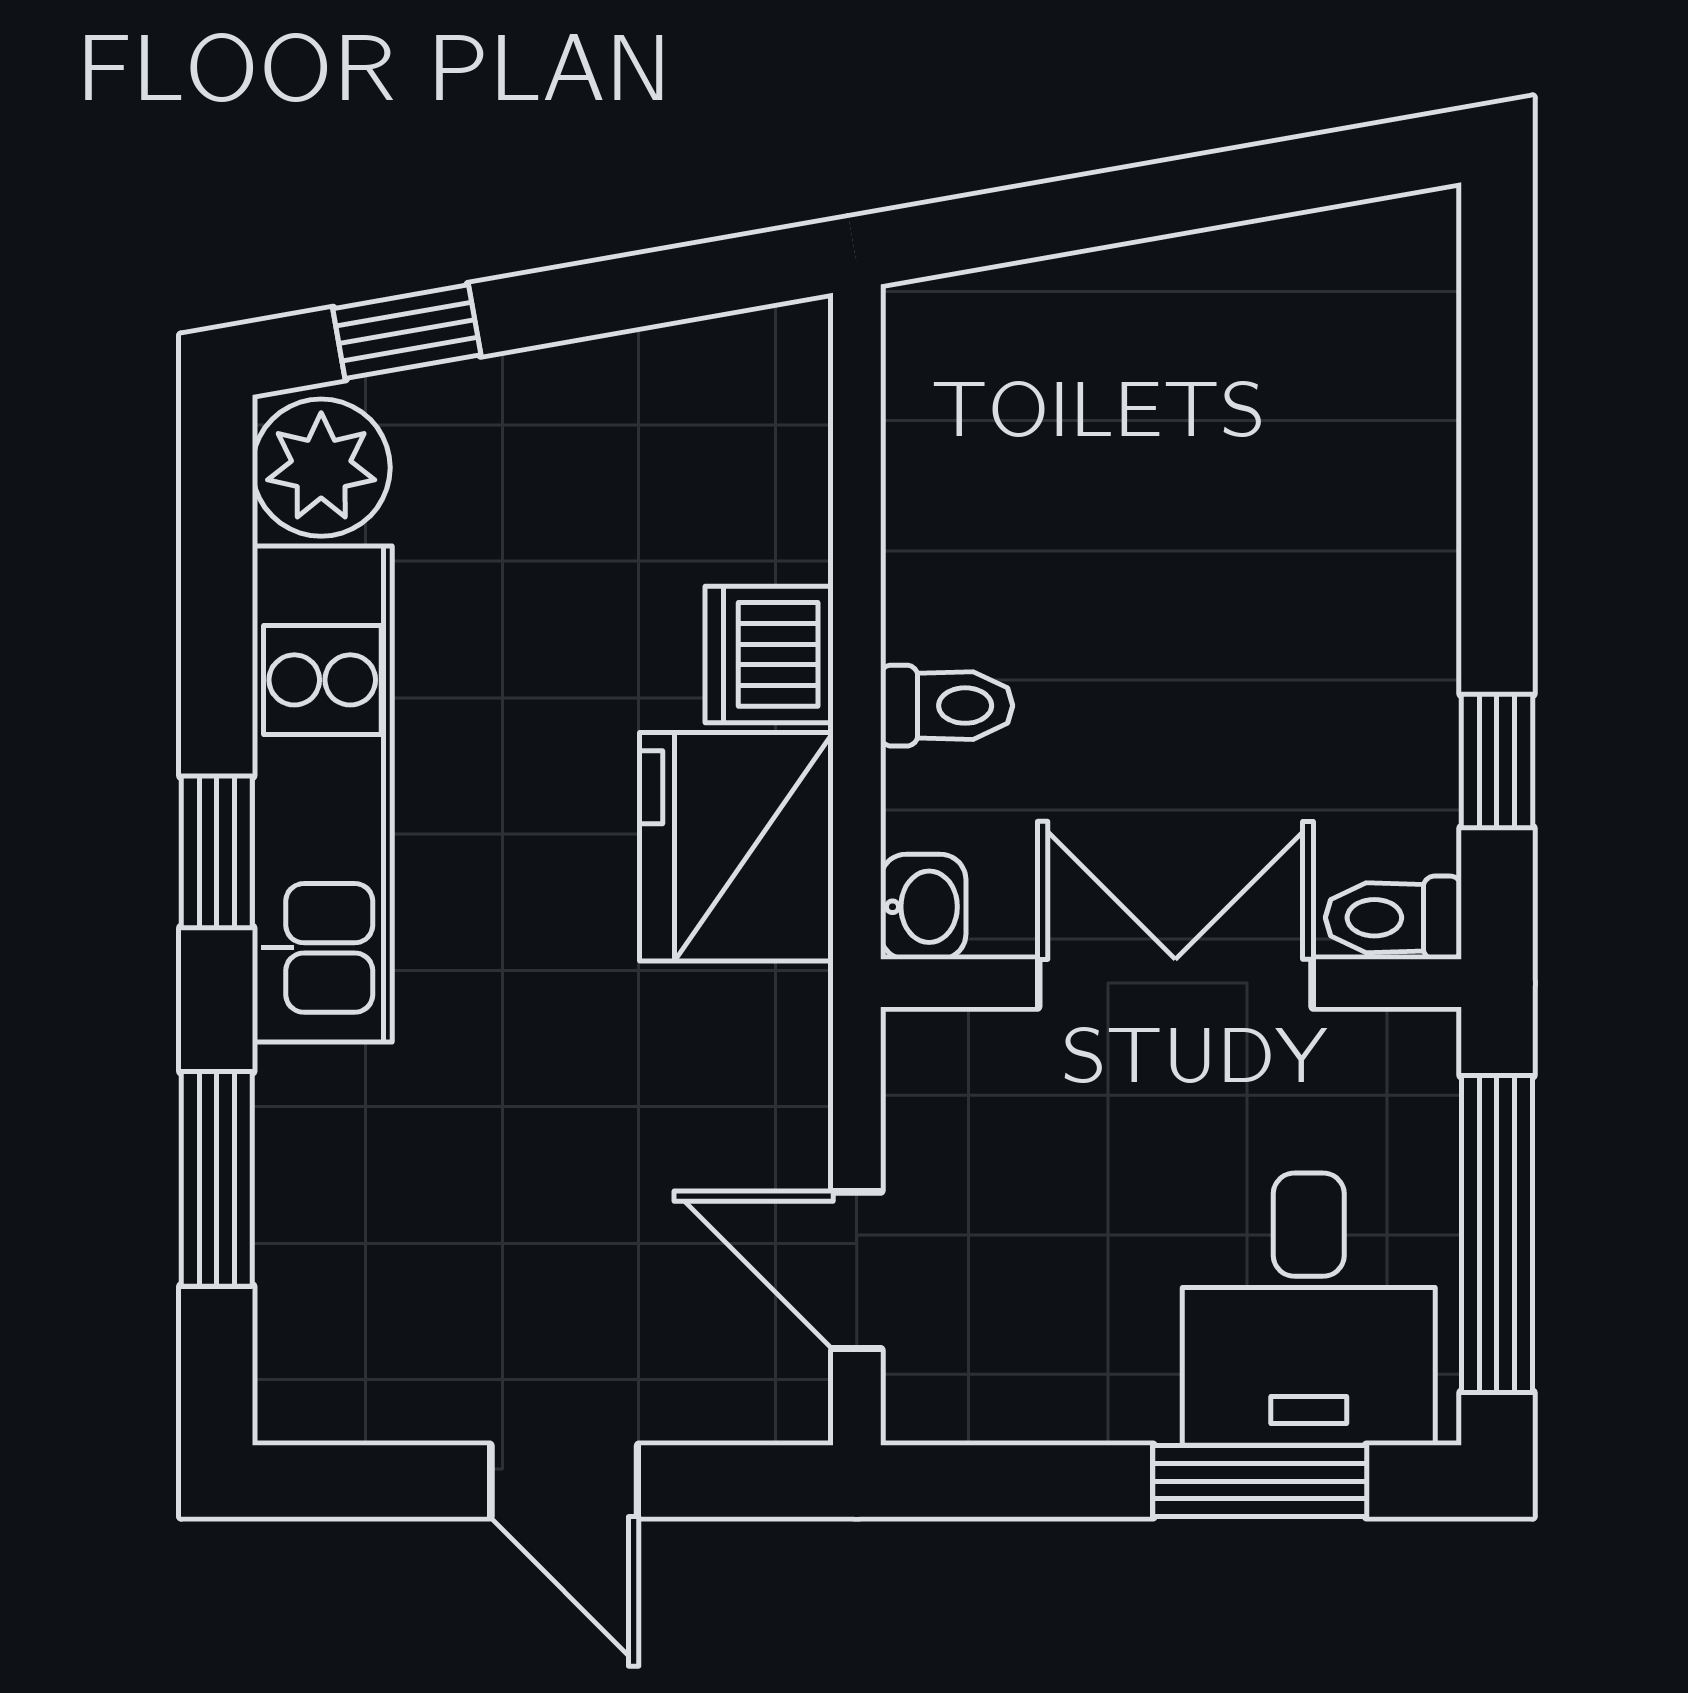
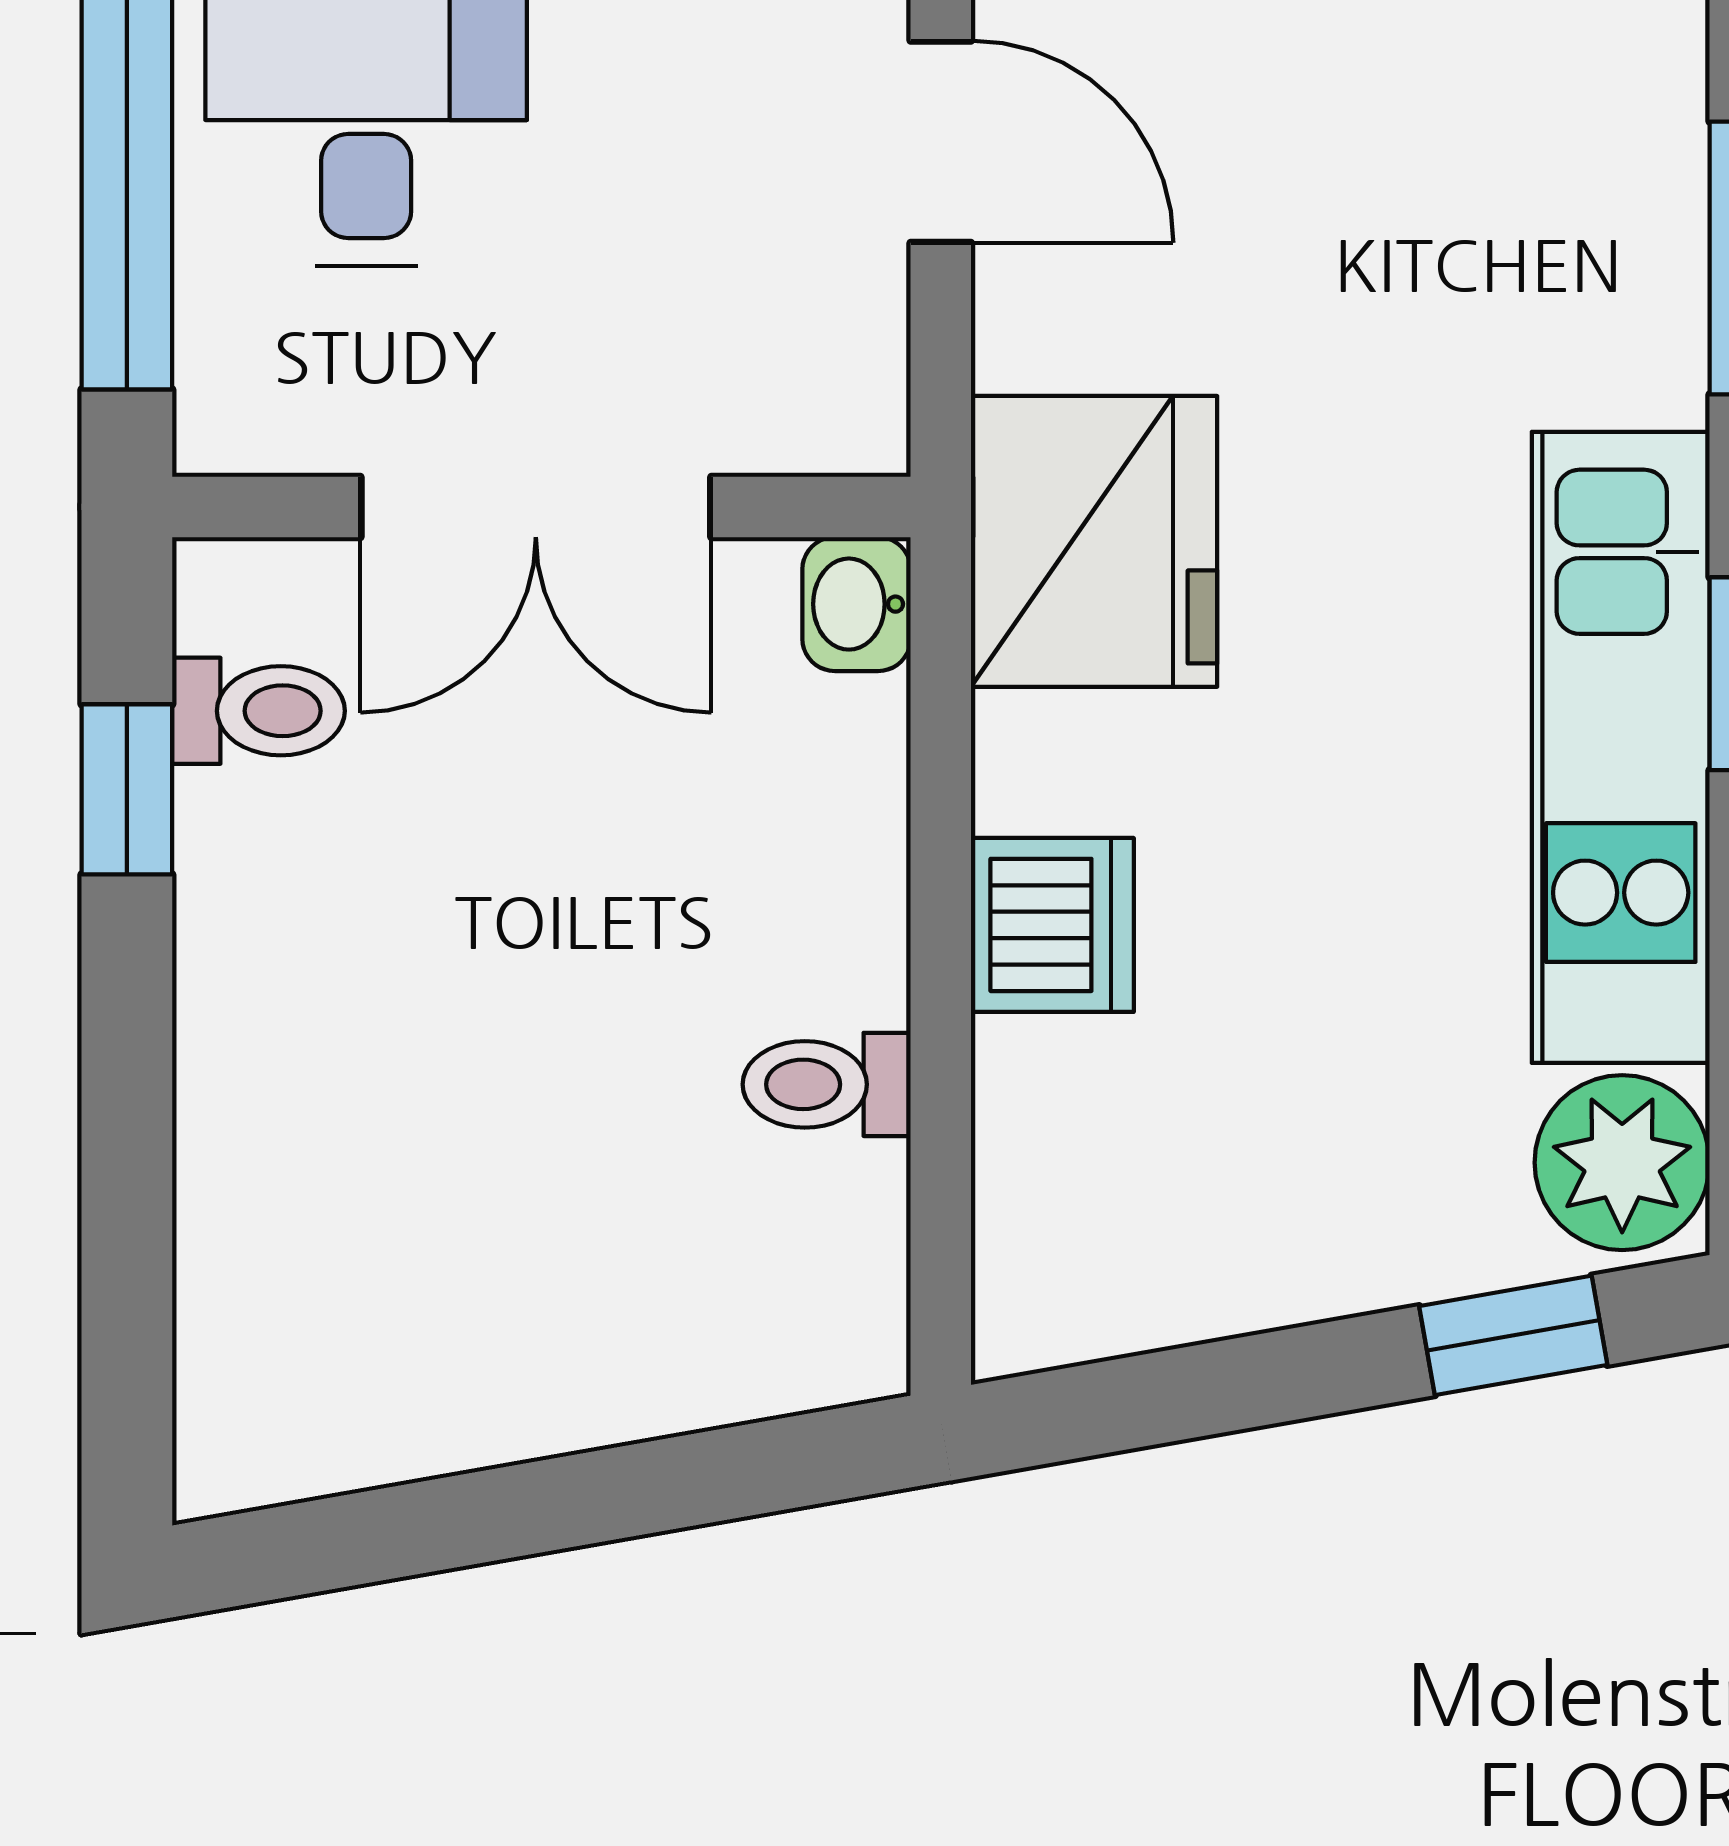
toilet: (947, 706) -> (827, 1084), moved
fridge: (736, 847) -> (1094, 541), moved
toilet: (1393, 918) -> (258, 711), moved

